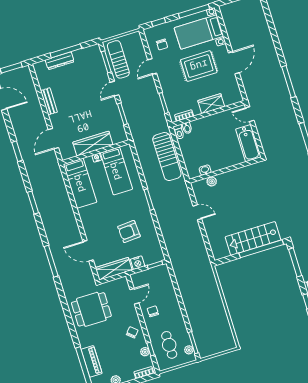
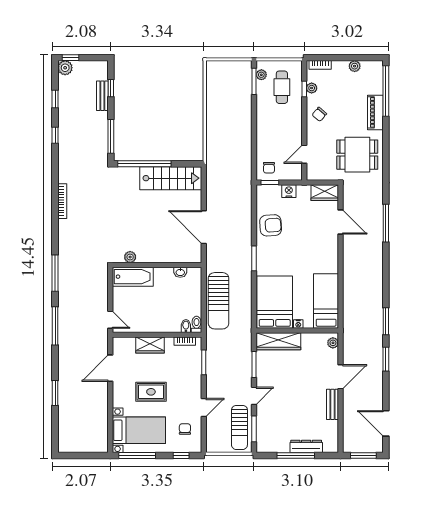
window: (276, 41) -> (55, 393), added
door: (234, 63) -> (110, 368), moved
rug: (199, 66) -> (151, 392), width x0.73, depth x0.70
window: (289, 82) -> (55, 326), moved
door: (53, 139) -> (341, 377), moved
bathtub: (248, 143) -> (133, 277), moved, turned 90
wardrobe: (93, 144) -> (278, 341), moved
plant: (64, 151) -> (333, 343), added
sun lounger: (167, 157) -> (219, 301), turned 180
bed: (116, 171) -> (275, 302), width x1.50
plant: (212, 181) -> (130, 257), moved
window: (33, 202) -> (386, 321), moved
door: (197, 212) -> (204, 227), width x1.88
armchair: (129, 232) -> (271, 225), moved
stairs: (253, 238) -> (171, 178), moved
wardrobe: (114, 269) -> (325, 193), width x0.67
chair: (153, 311) -> (269, 168), moved
piano: (92, 361) -> (375, 112), moved

